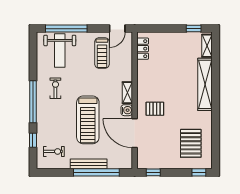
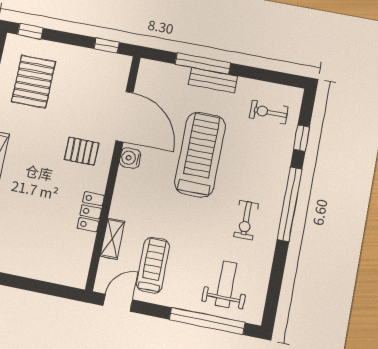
locker: (143, 49) -> (91, 212), moved
weight bench: (60, 51) -> (226, 284), width x0.73, depth x0.75
shelving: (127, 93) -> (113, 239), moved
bench: (89, 164) -> (213, 80), width x0.73
window: (96, 172) -> (203, 64), width x0.68

